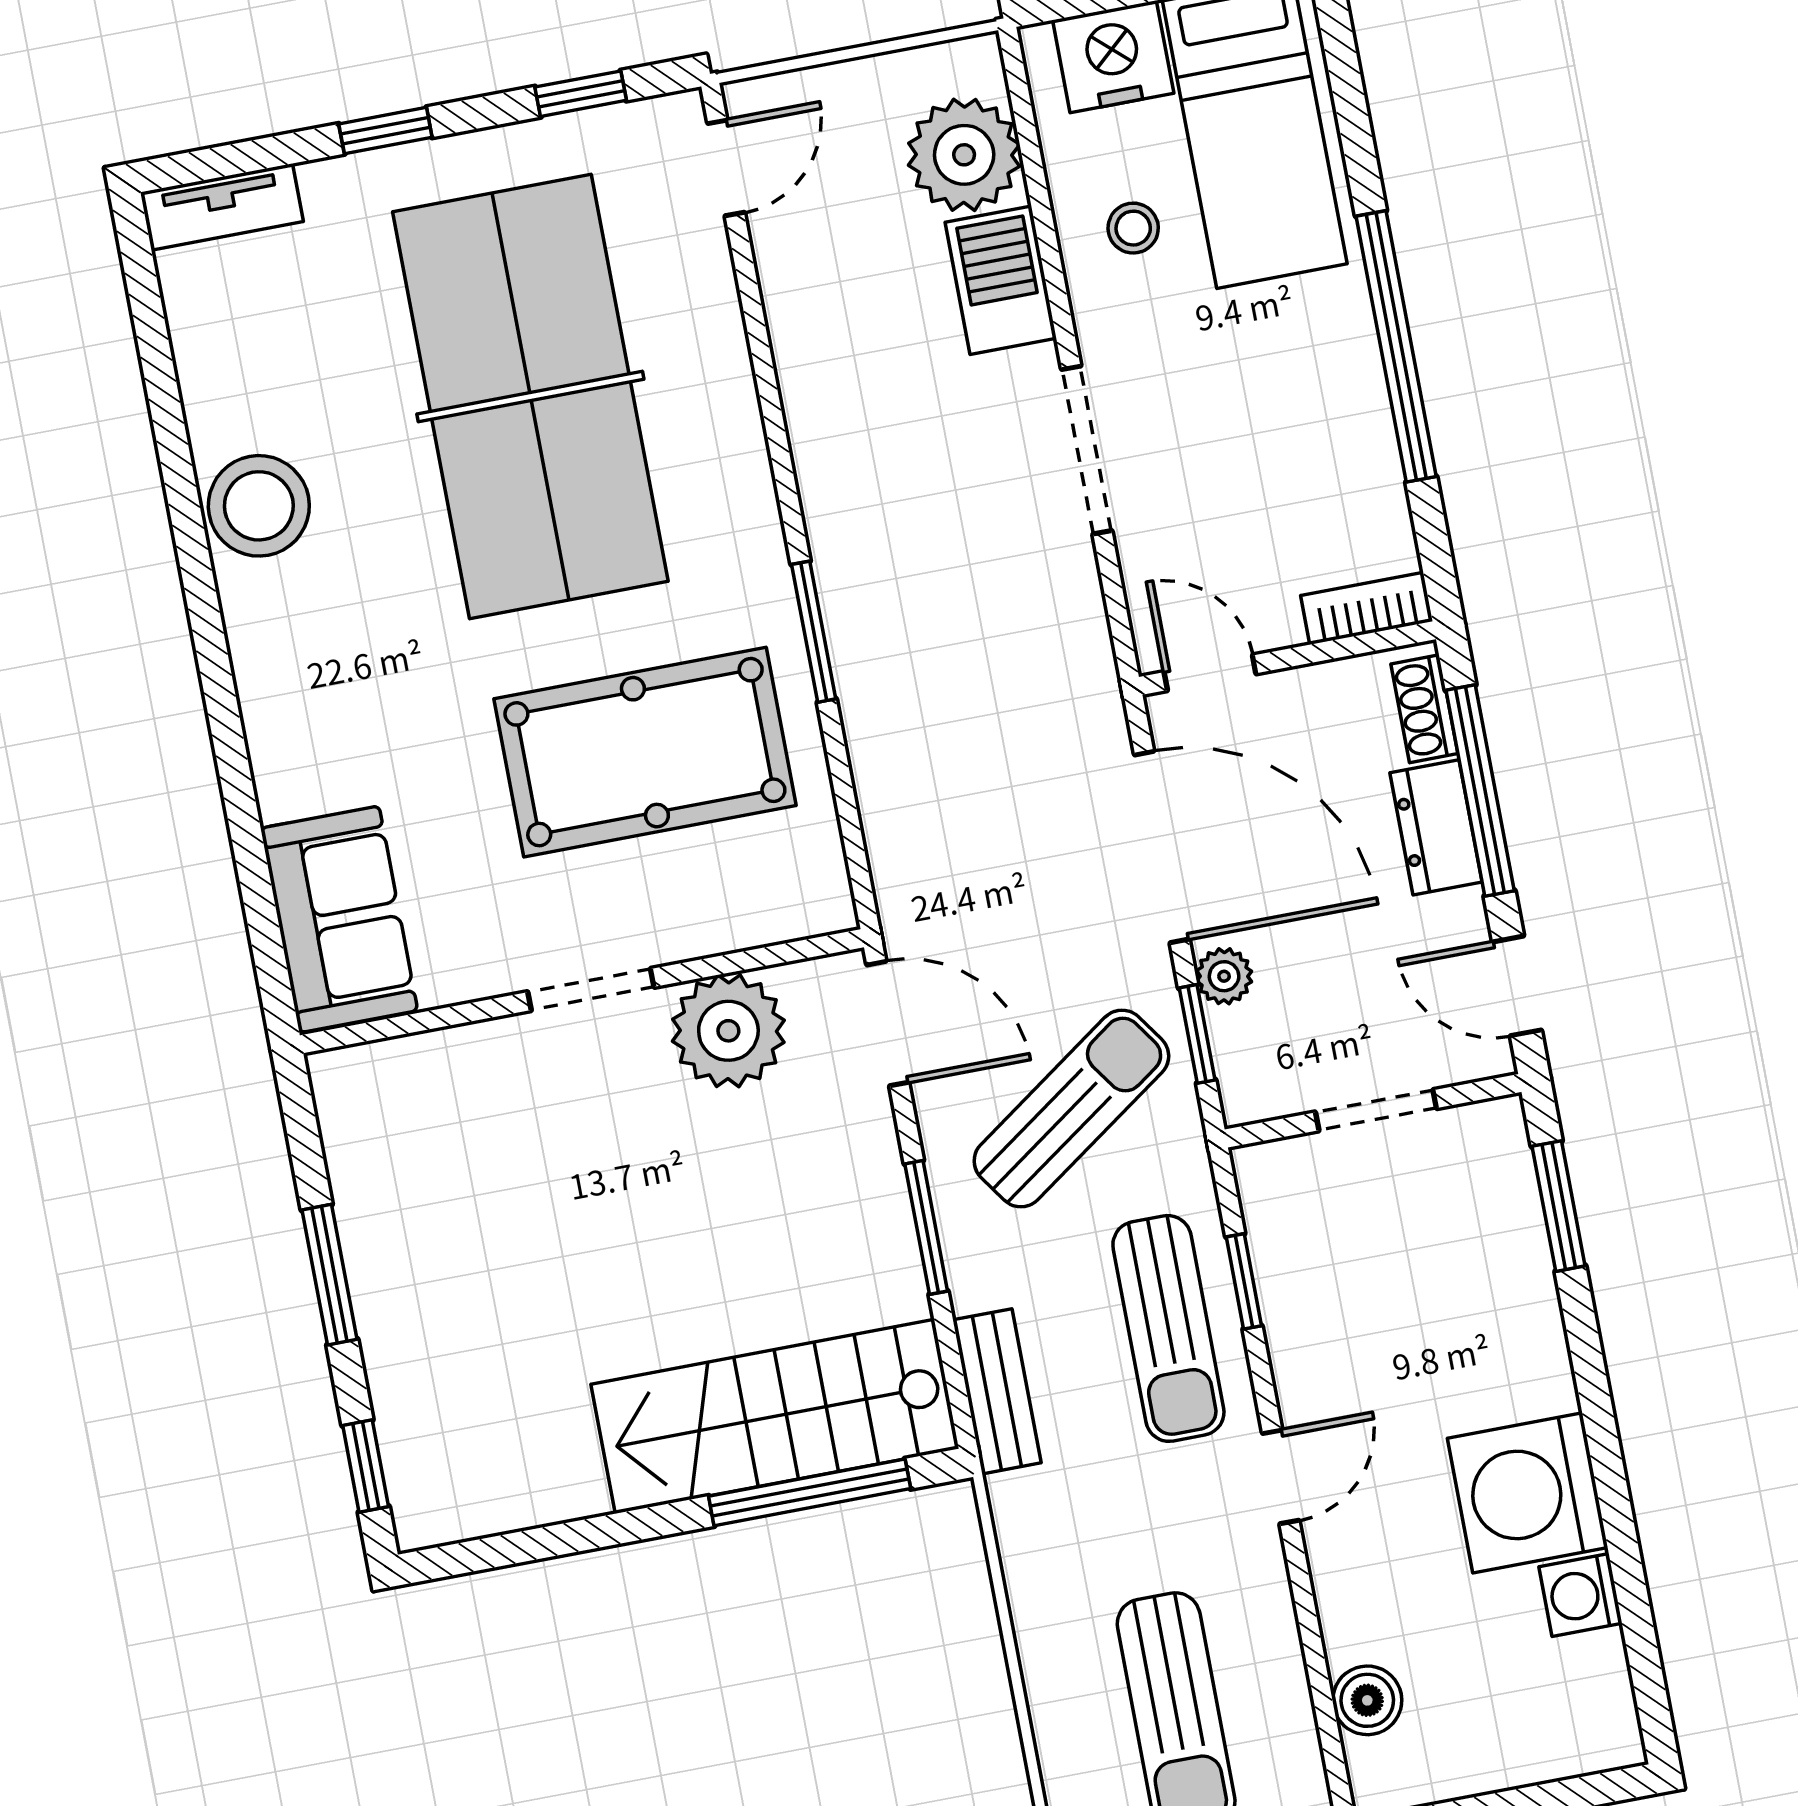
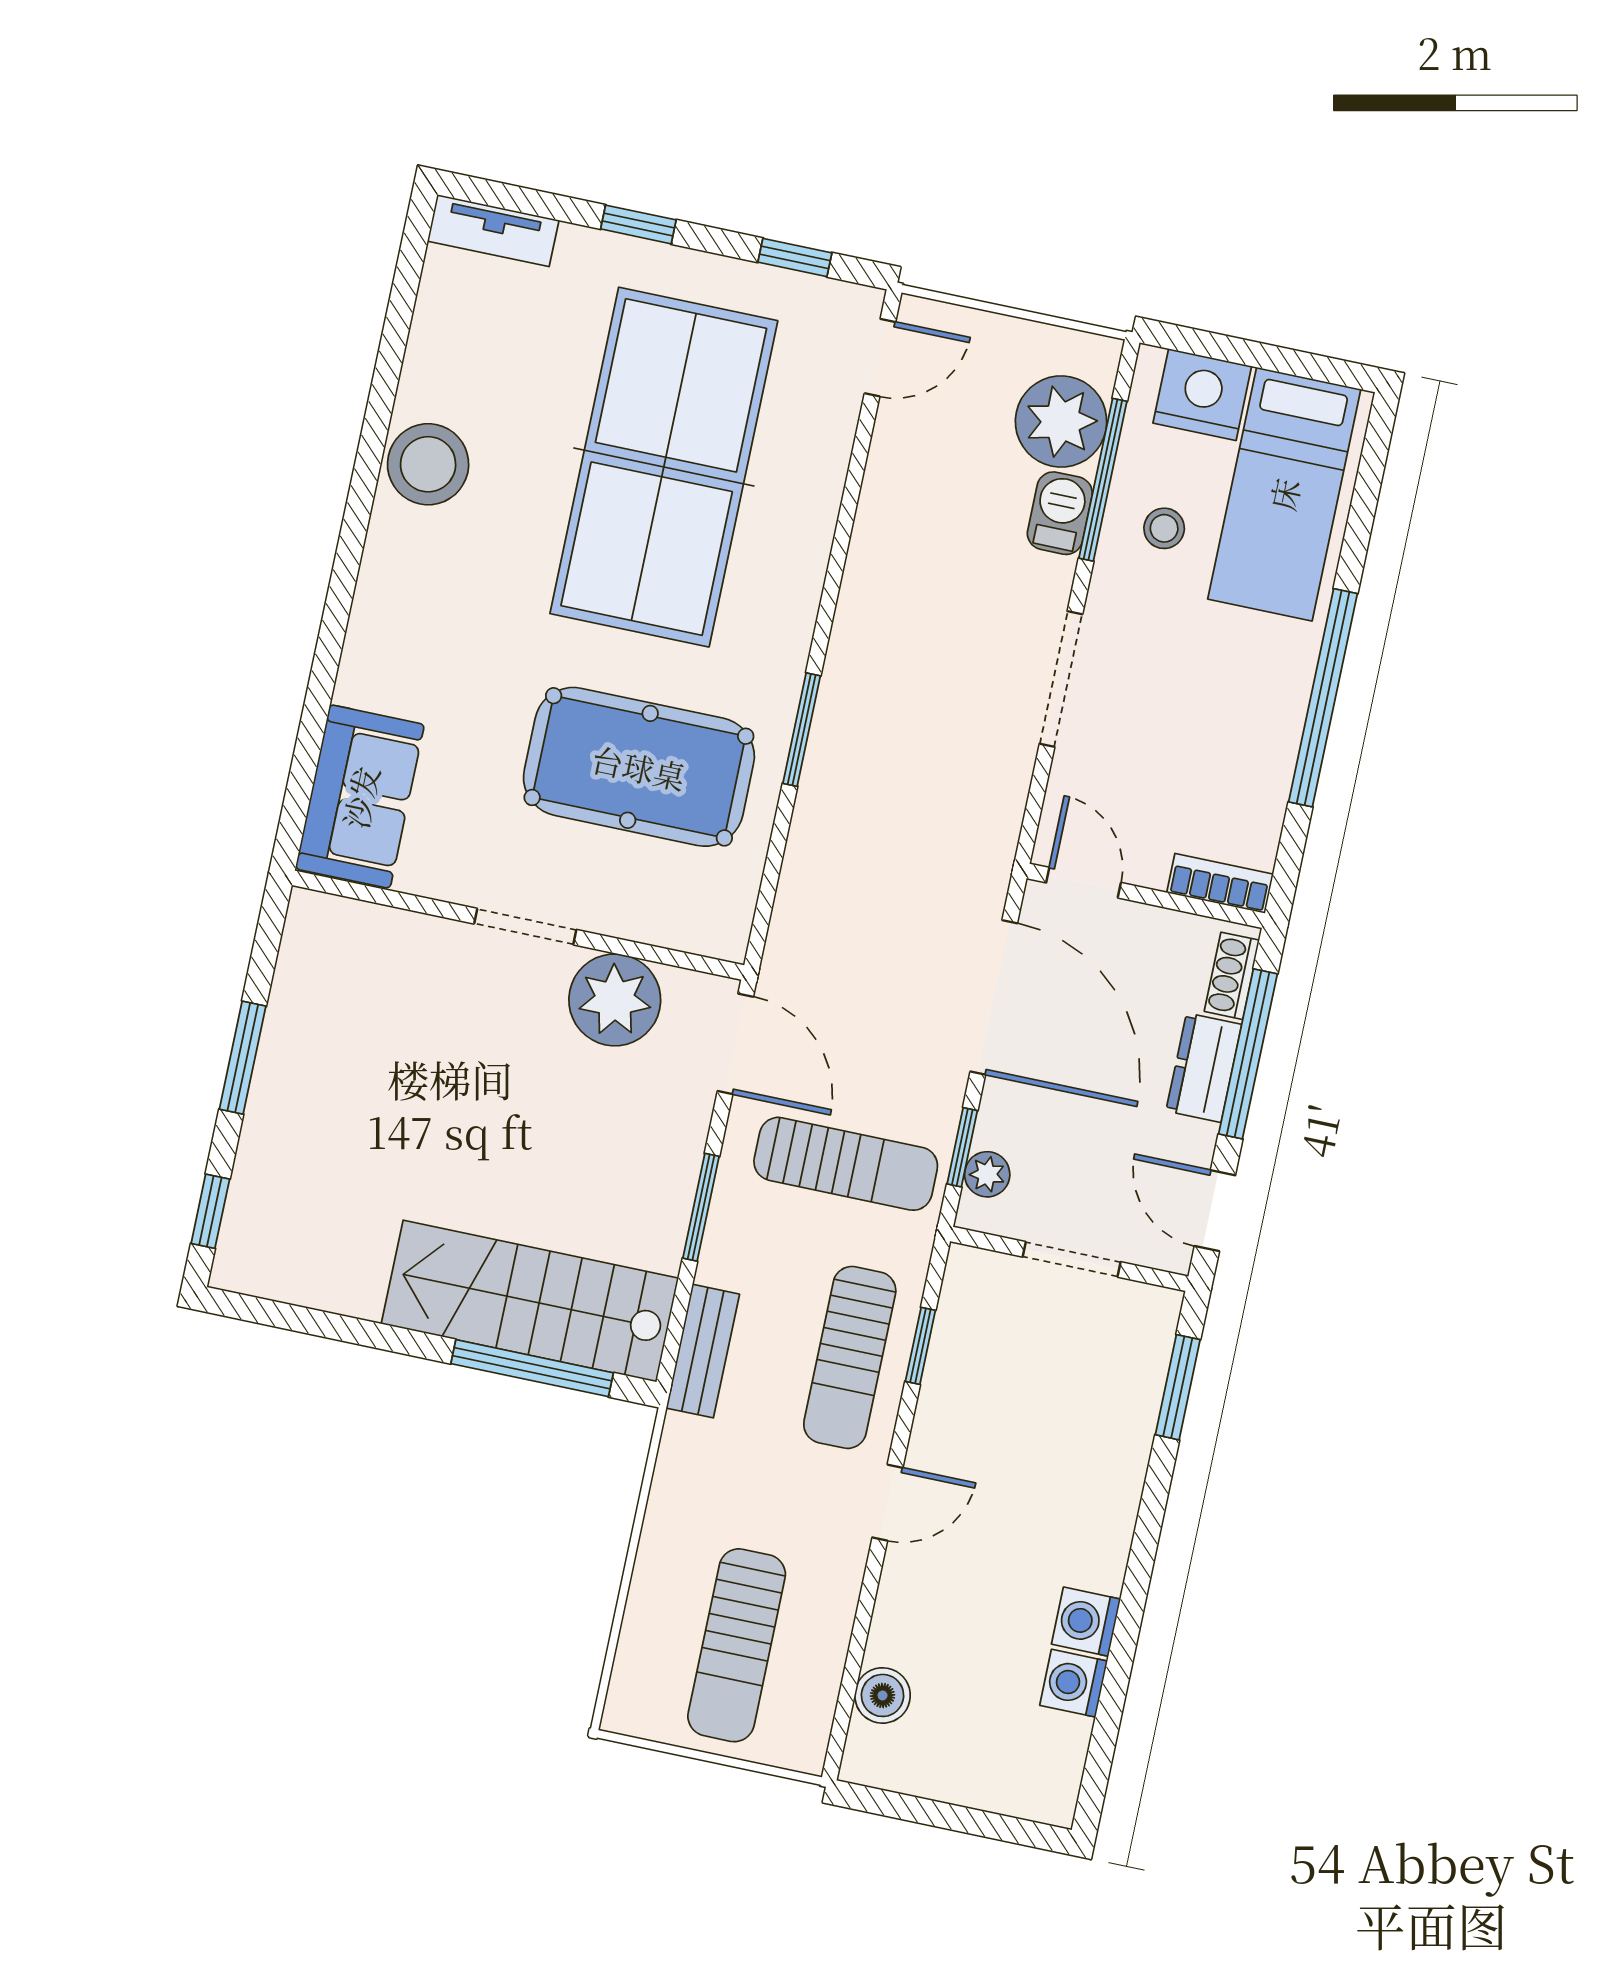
window: (1040, 201) -> (1103, 480), added
barbecue: (1001, 280) -> (1060, 513), width x0.73, depth x0.79
plant: (1224, 976) -> (987, 1174), moved
sun lounger: (1071, 1108) -> (846, 1164), turned 35
washing machine: (1528, 1493) -> (1086, 1622), width x0.53, depth x0.53

